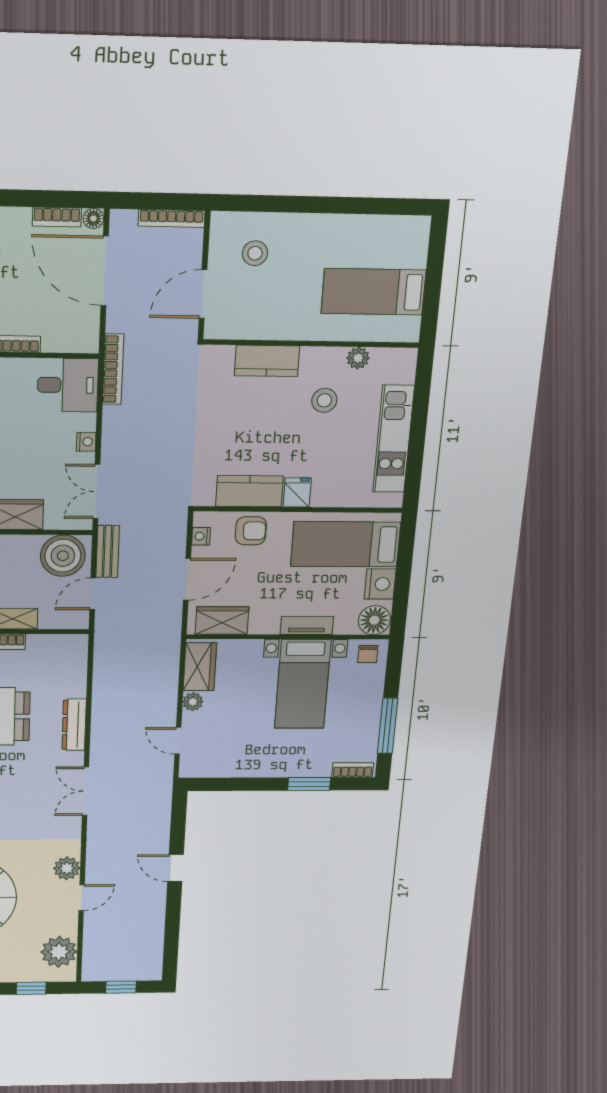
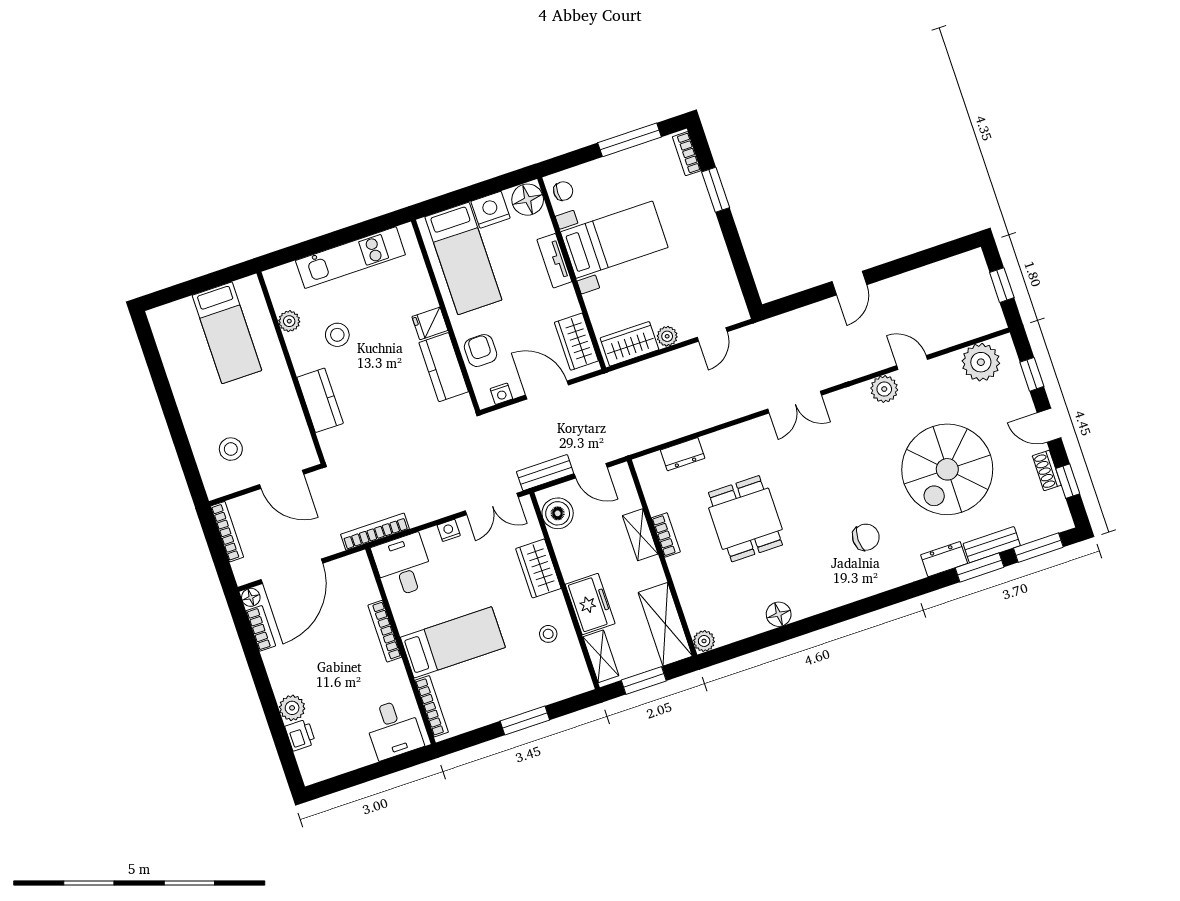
boiler: (63, 556) -> (558, 513), width x0.73, depth x0.73
dresser: (74, 725) -> (683, 454), moved, width x0.70

